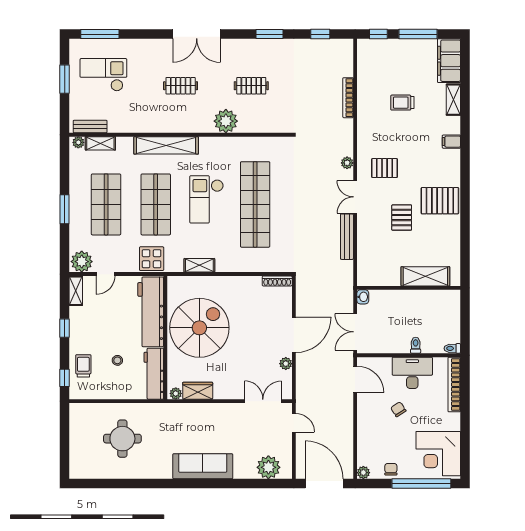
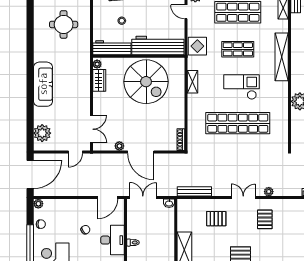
shop shelf: (156, 204) -> (238, 49), width x0.70, depth x0.74
pallet: (402, 218) -> (216, 219), moved
bench: (347, 237) -> (194, 191), moved

